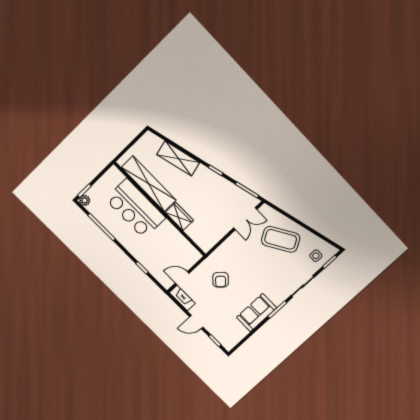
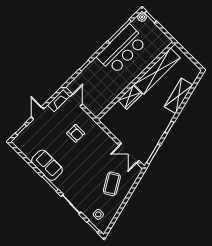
bar counter: (135, 209) -> (122, 49), moved, turned 180
coffee table: (281, 239) -> (112, 184), width x0.73, depth x0.76
armchair: (221, 280) -> (76, 133), turned -133

